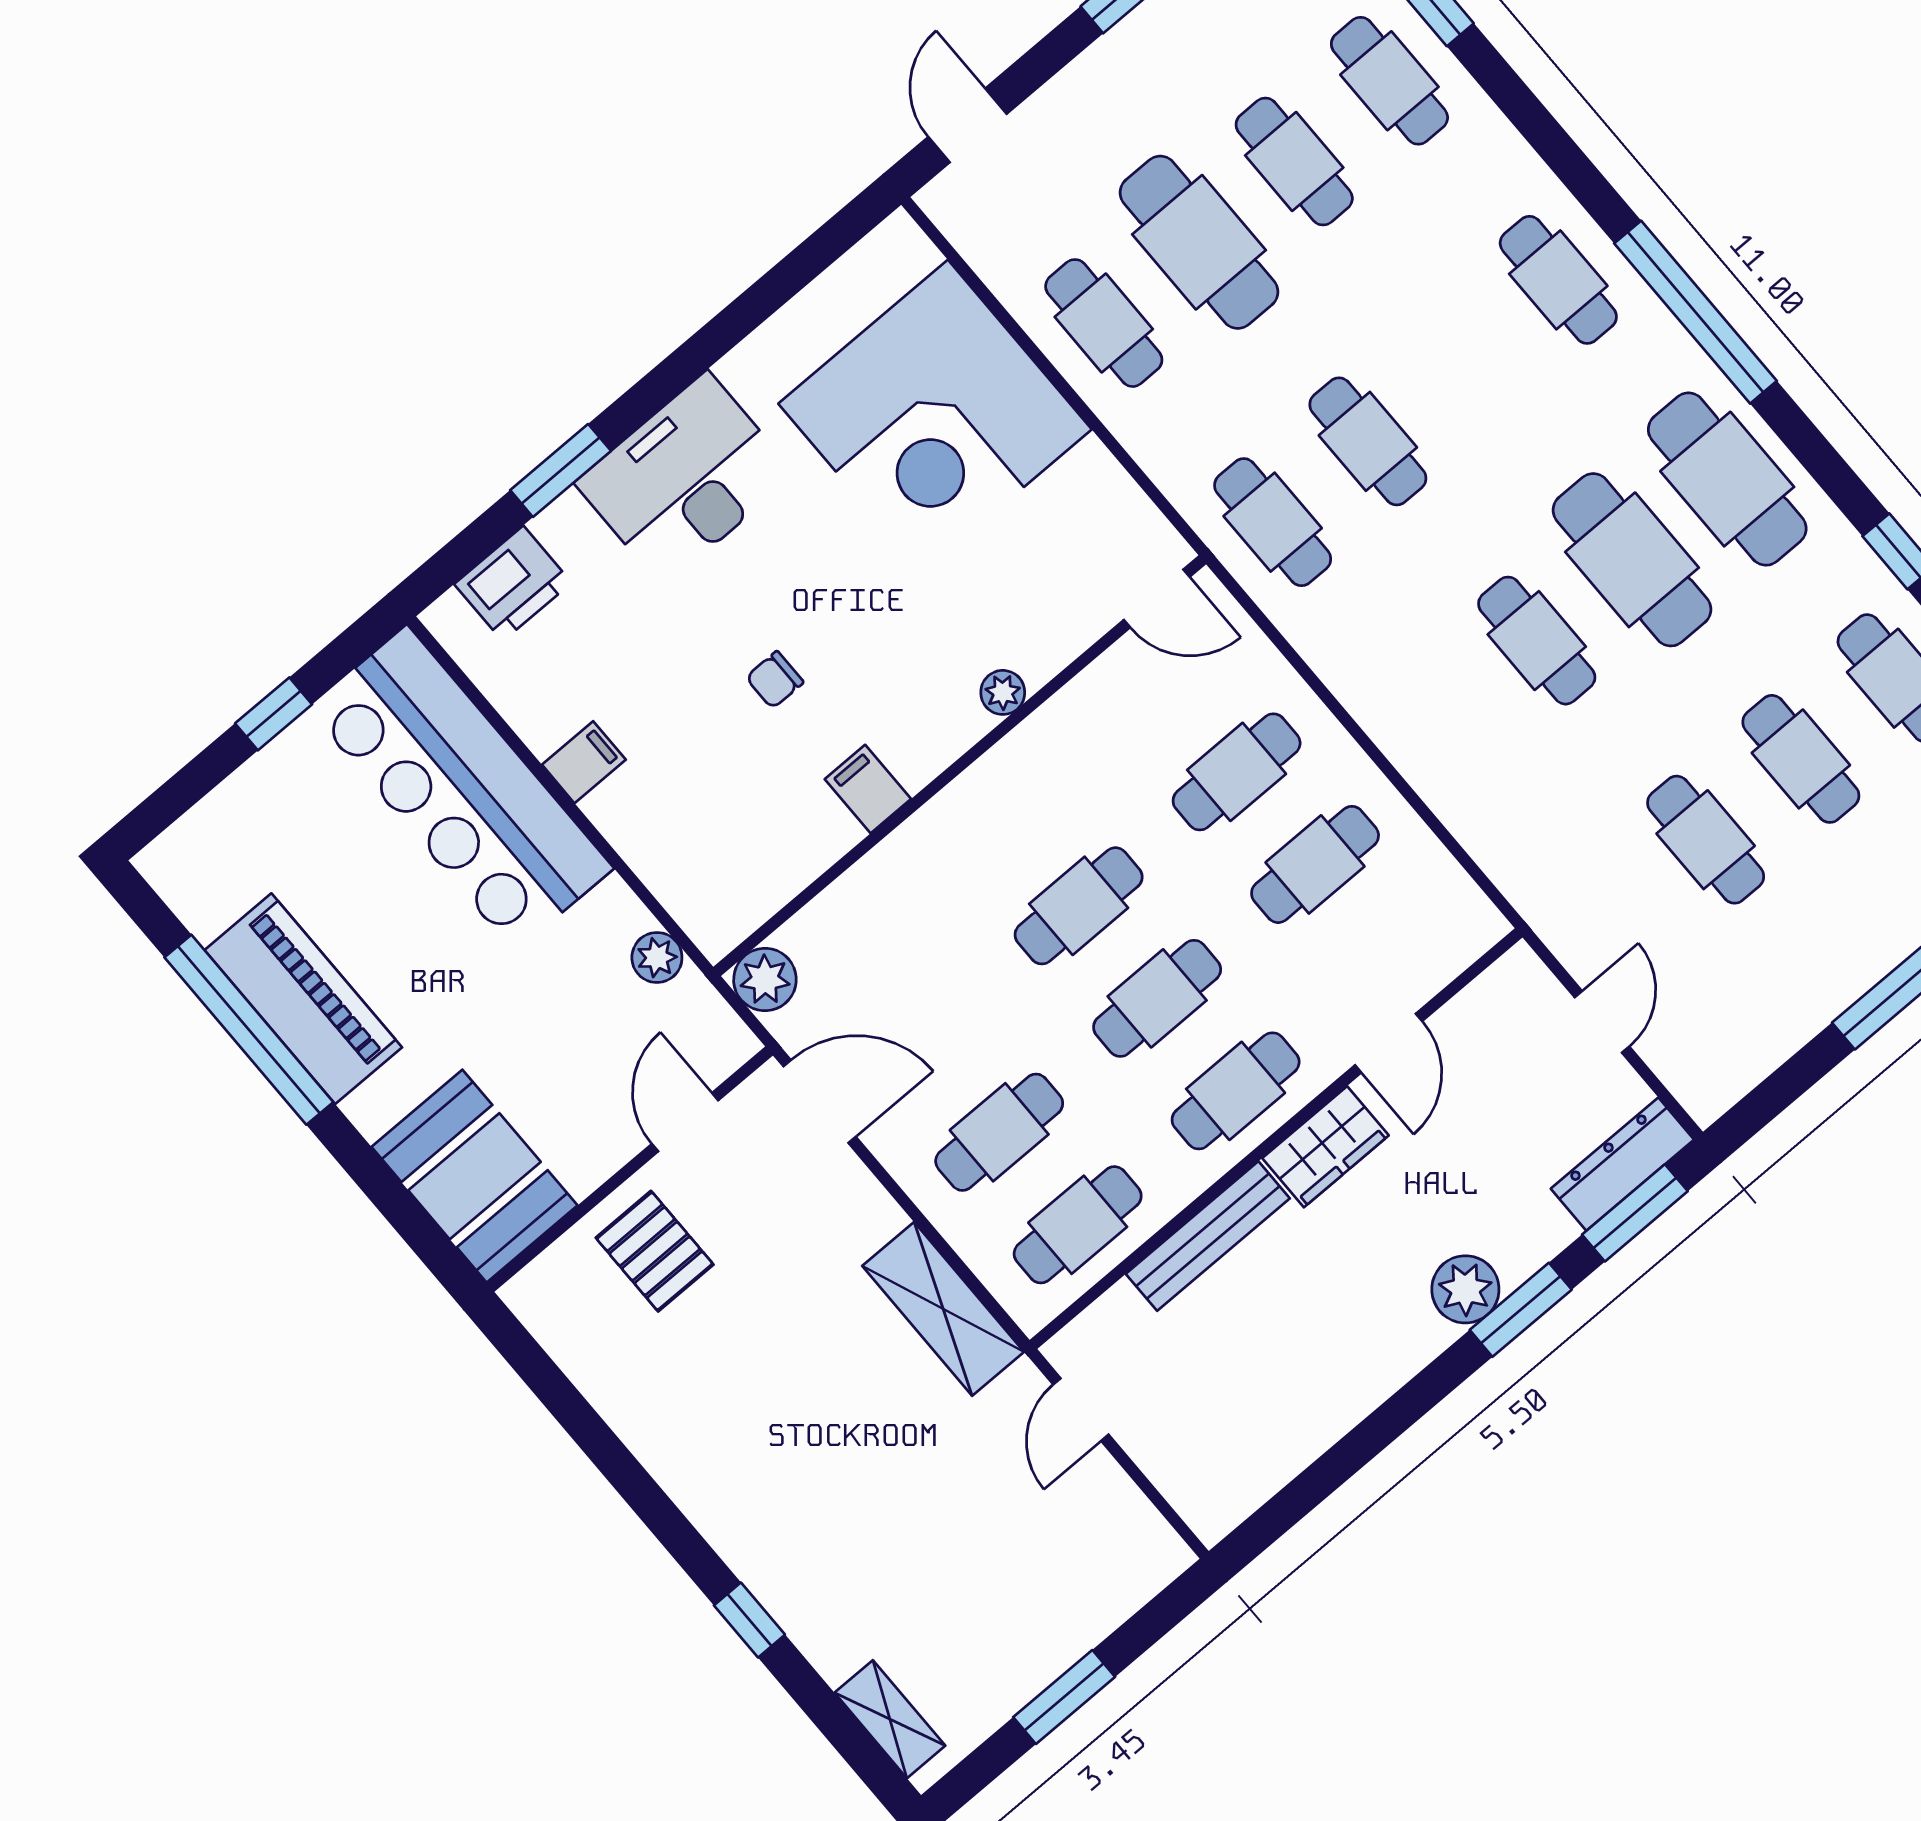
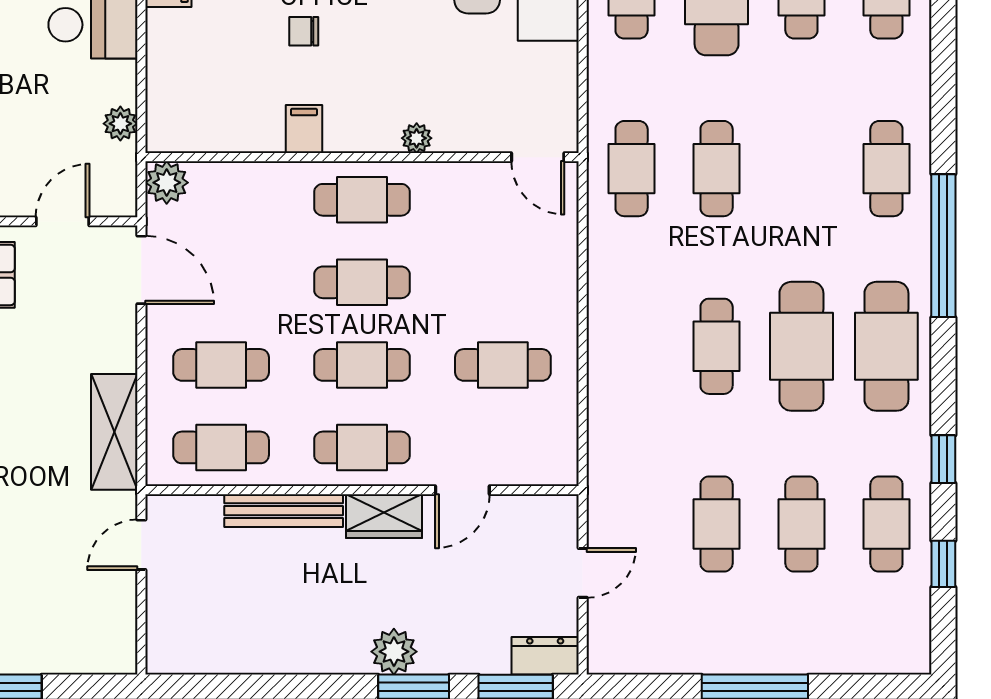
cafe table: (1237, 772) -> (362, 200), moved
dresser: (1622, 1164) -> (545, 656), width x0.70

